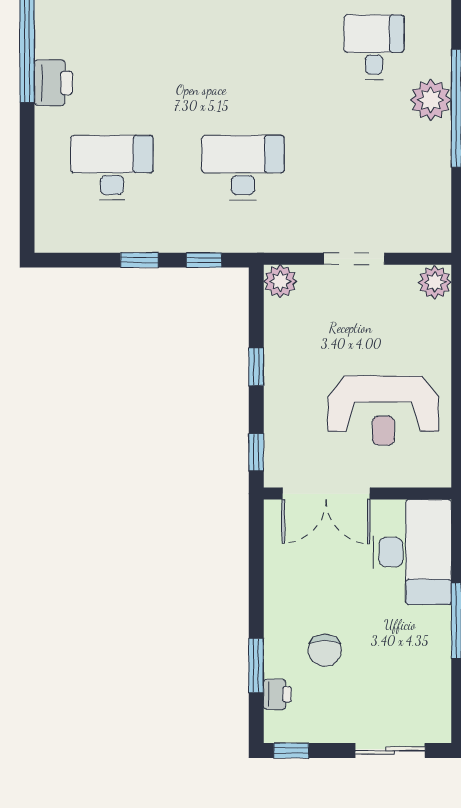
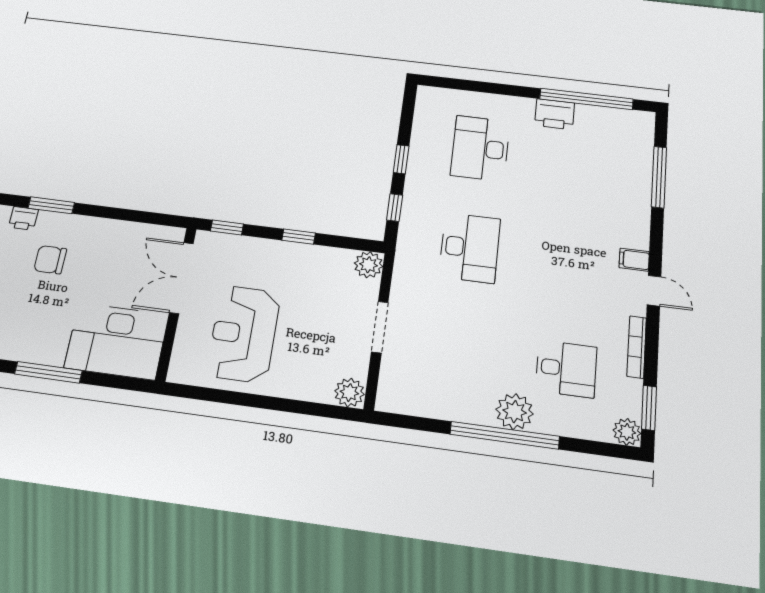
desk: (112, 168) -> (480, 148), turned 180

